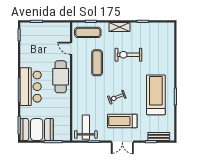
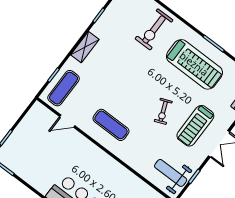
exercise bike: (128, 55) -> (154, 29), moved
exercise mat: (97, 63) -> (111, 125), moved
cafe table: (61, 77) -> (91, 158), removed
treadmill: (156, 95) -> (194, 64), turned 180

